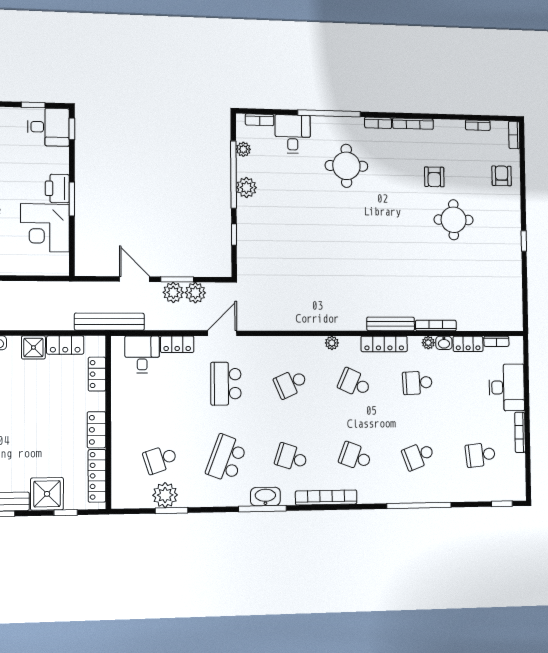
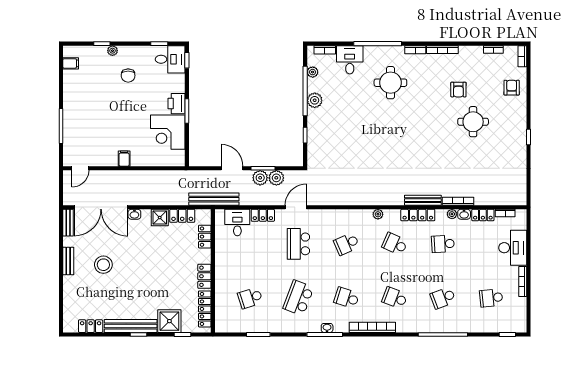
plant: (165, 495) -> (254, 323), removed
washbasin: (265, 497) -> (327, 328), width x0.52, depth x0.69

